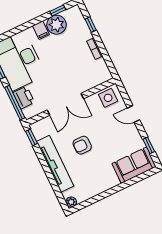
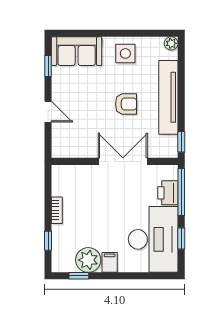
side table: (108, 98) -> (125, 54), moved

